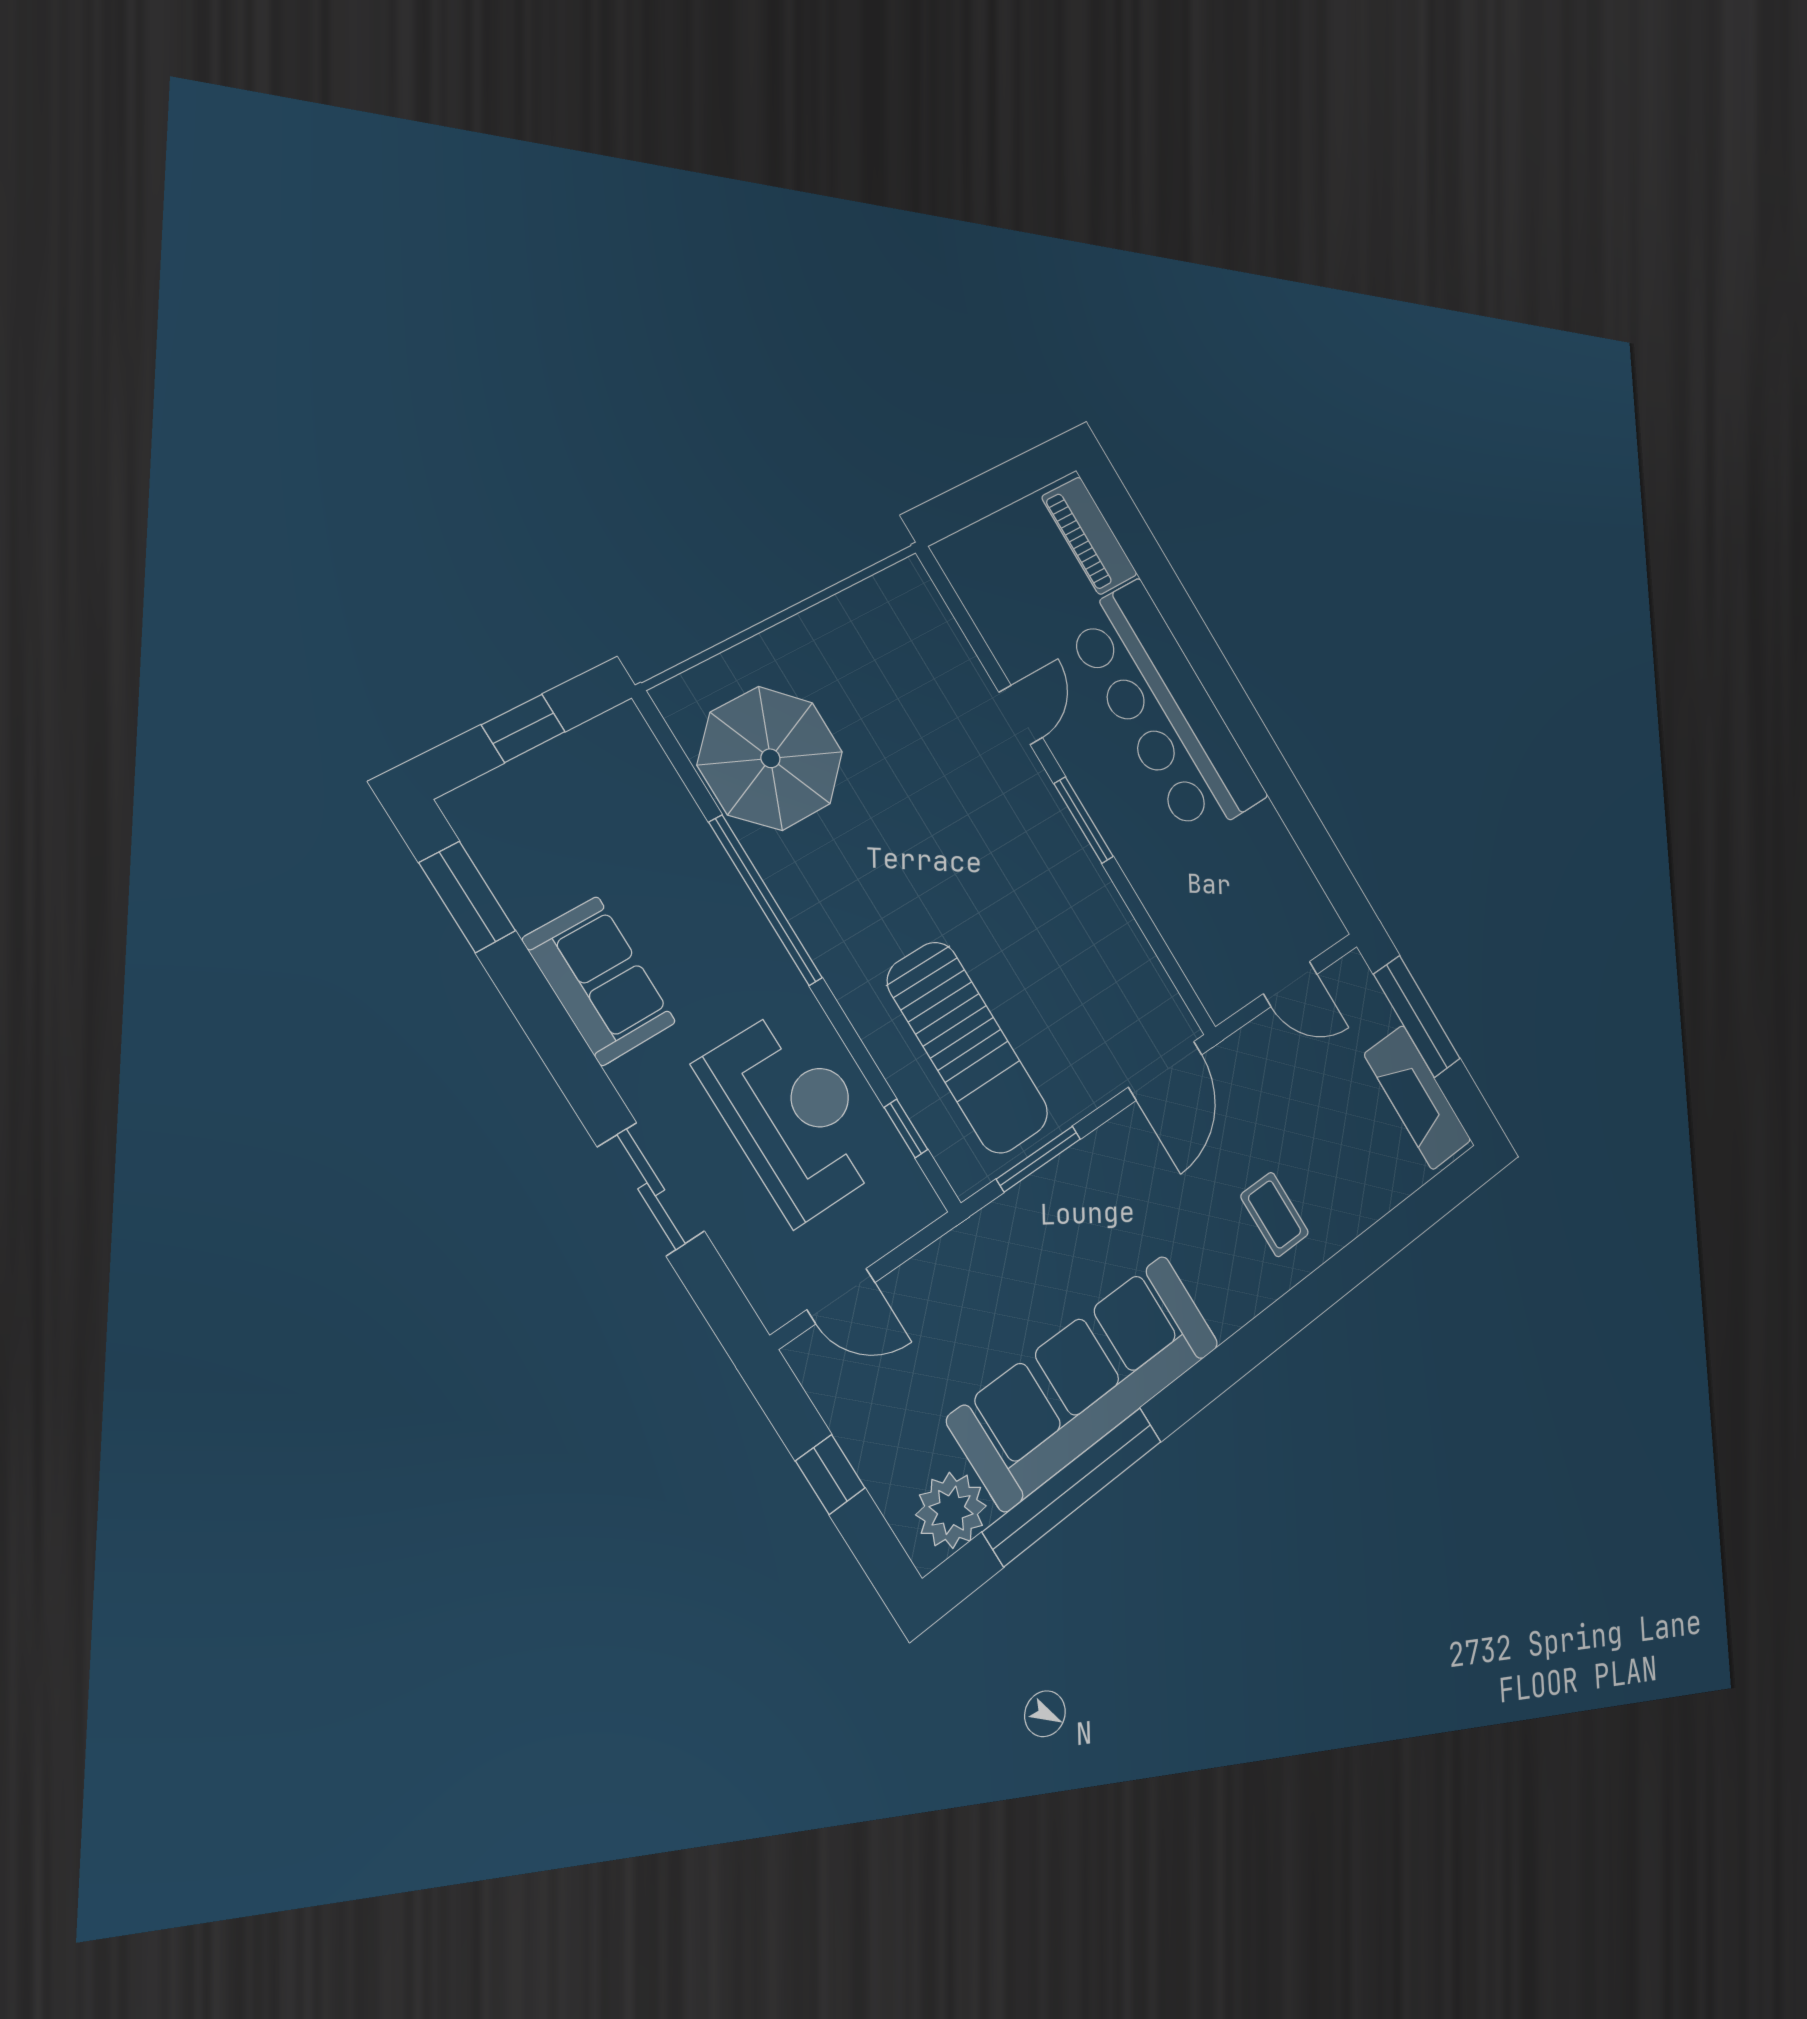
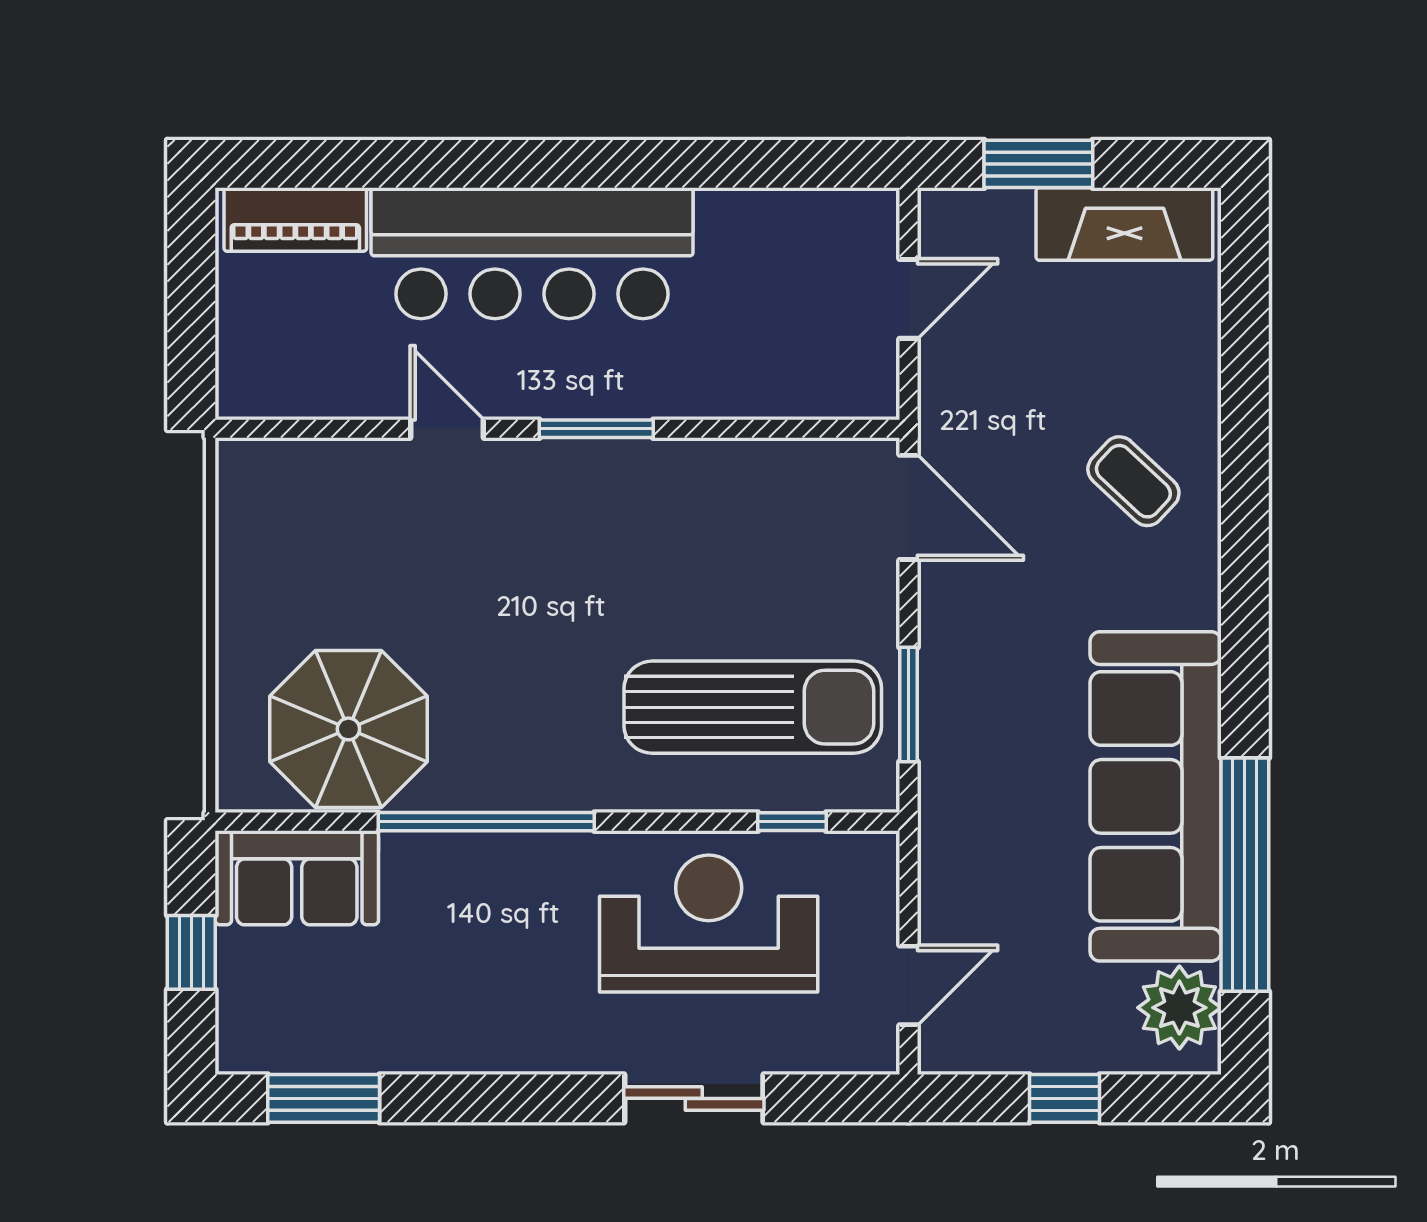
sofa: (599, 981) -> (297, 878), moved, turned 180
window: (1417, 1017) -> (1038, 164), width x0.69
coffee table: (1275, 1214) -> (1133, 481), turned 43

